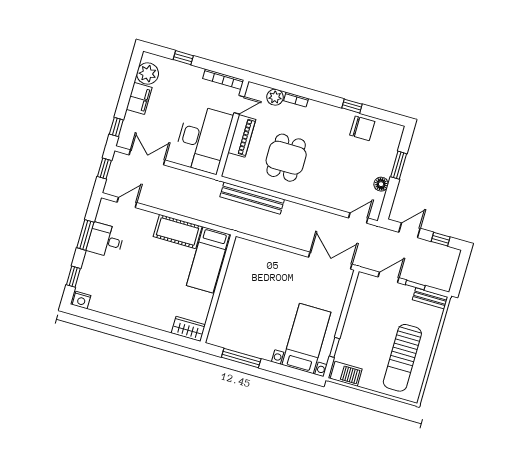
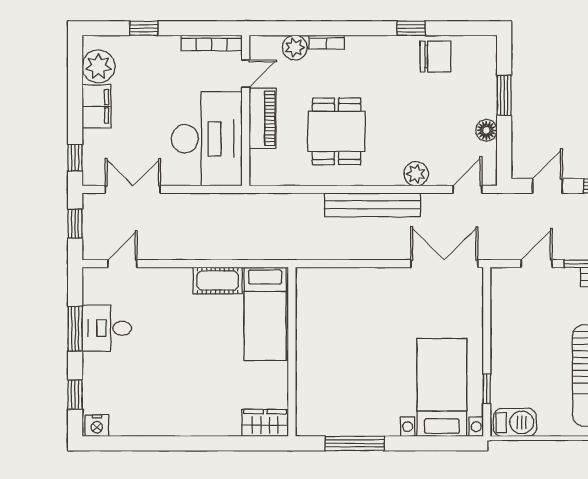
bench: (252, 198) -> (373, 205), moved
plant: (329, 199) -> (416, 174), added
cot: (178, 232) -> (218, 281), width x0.73, depth x0.75

